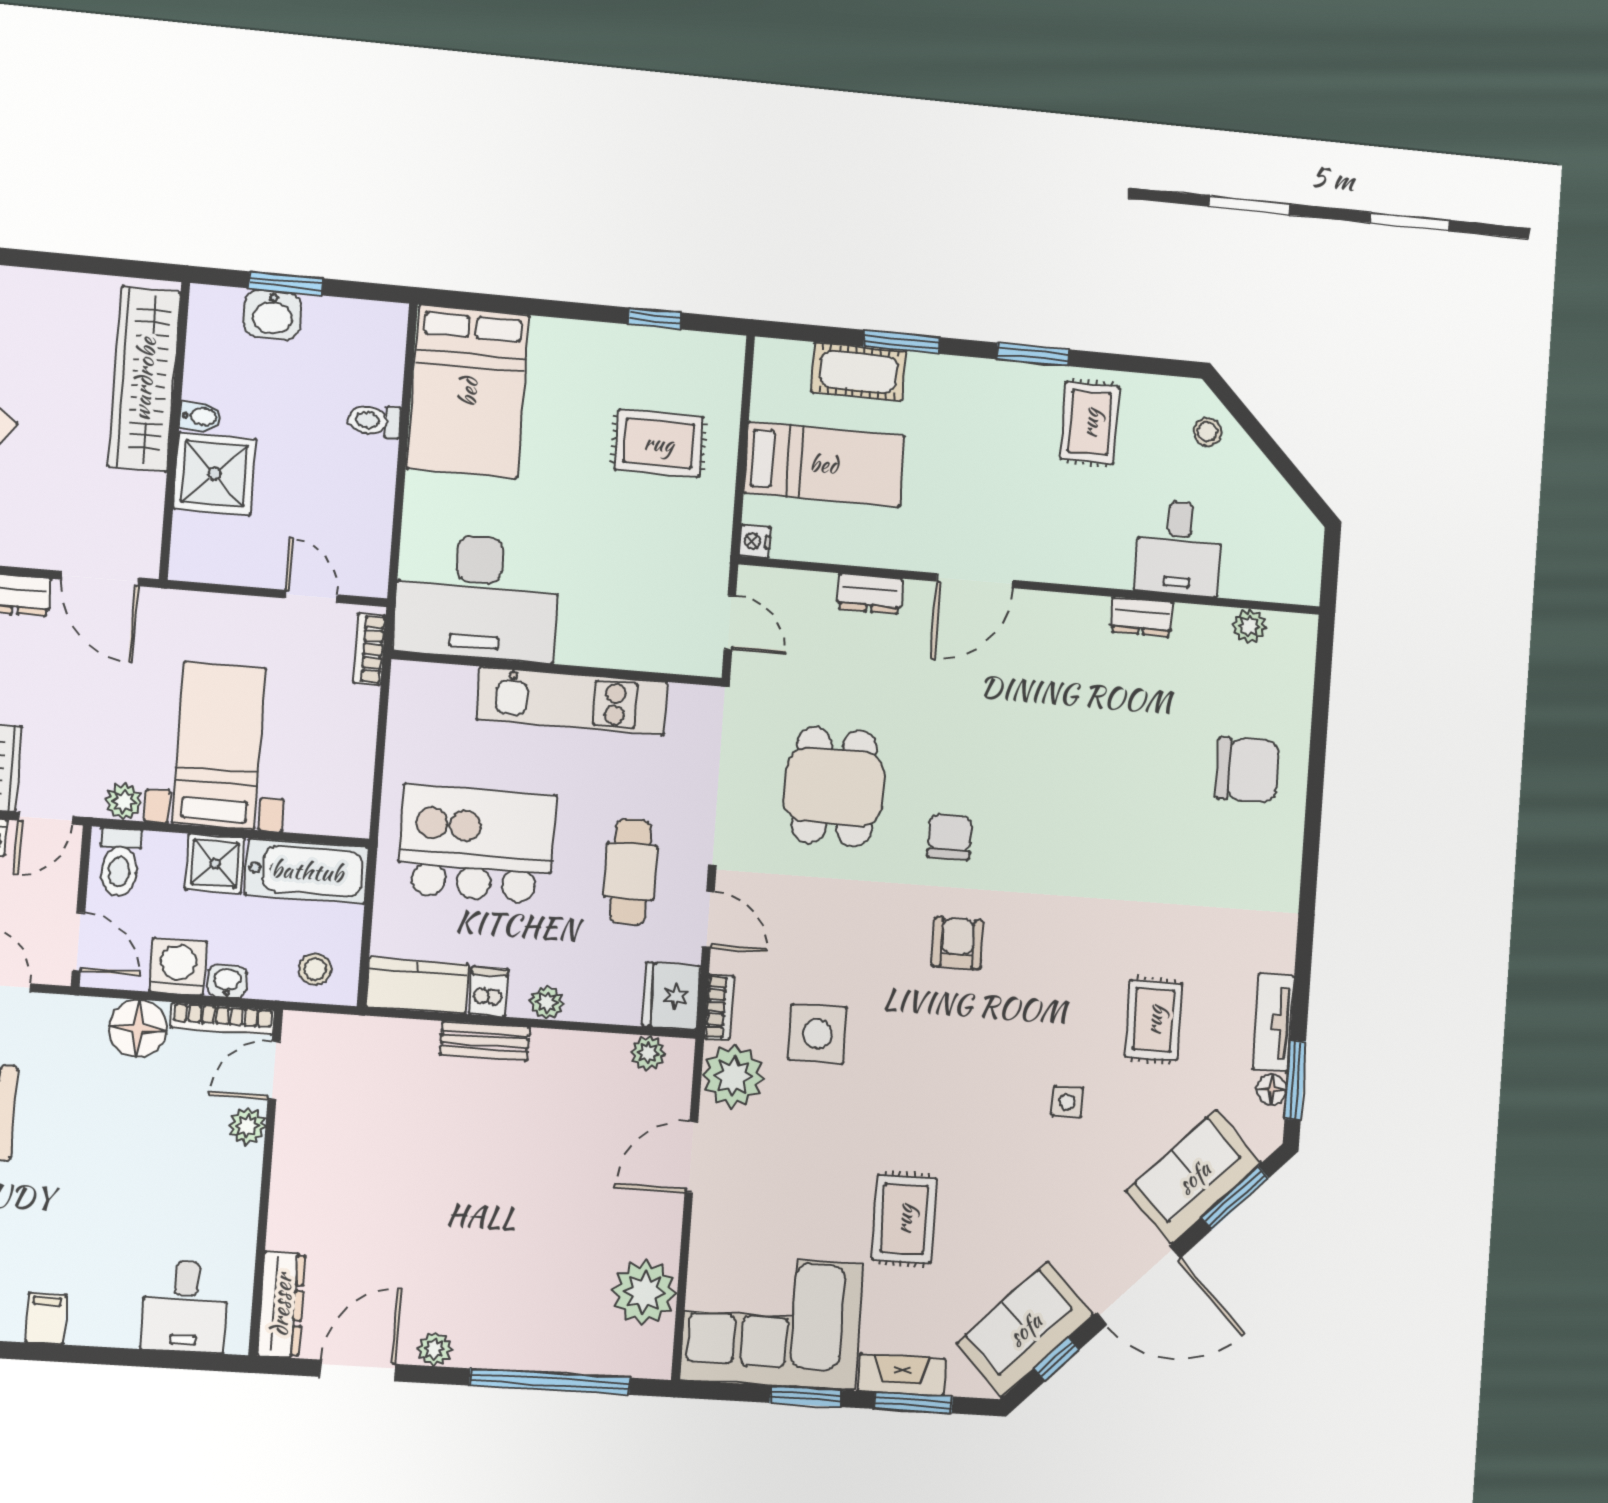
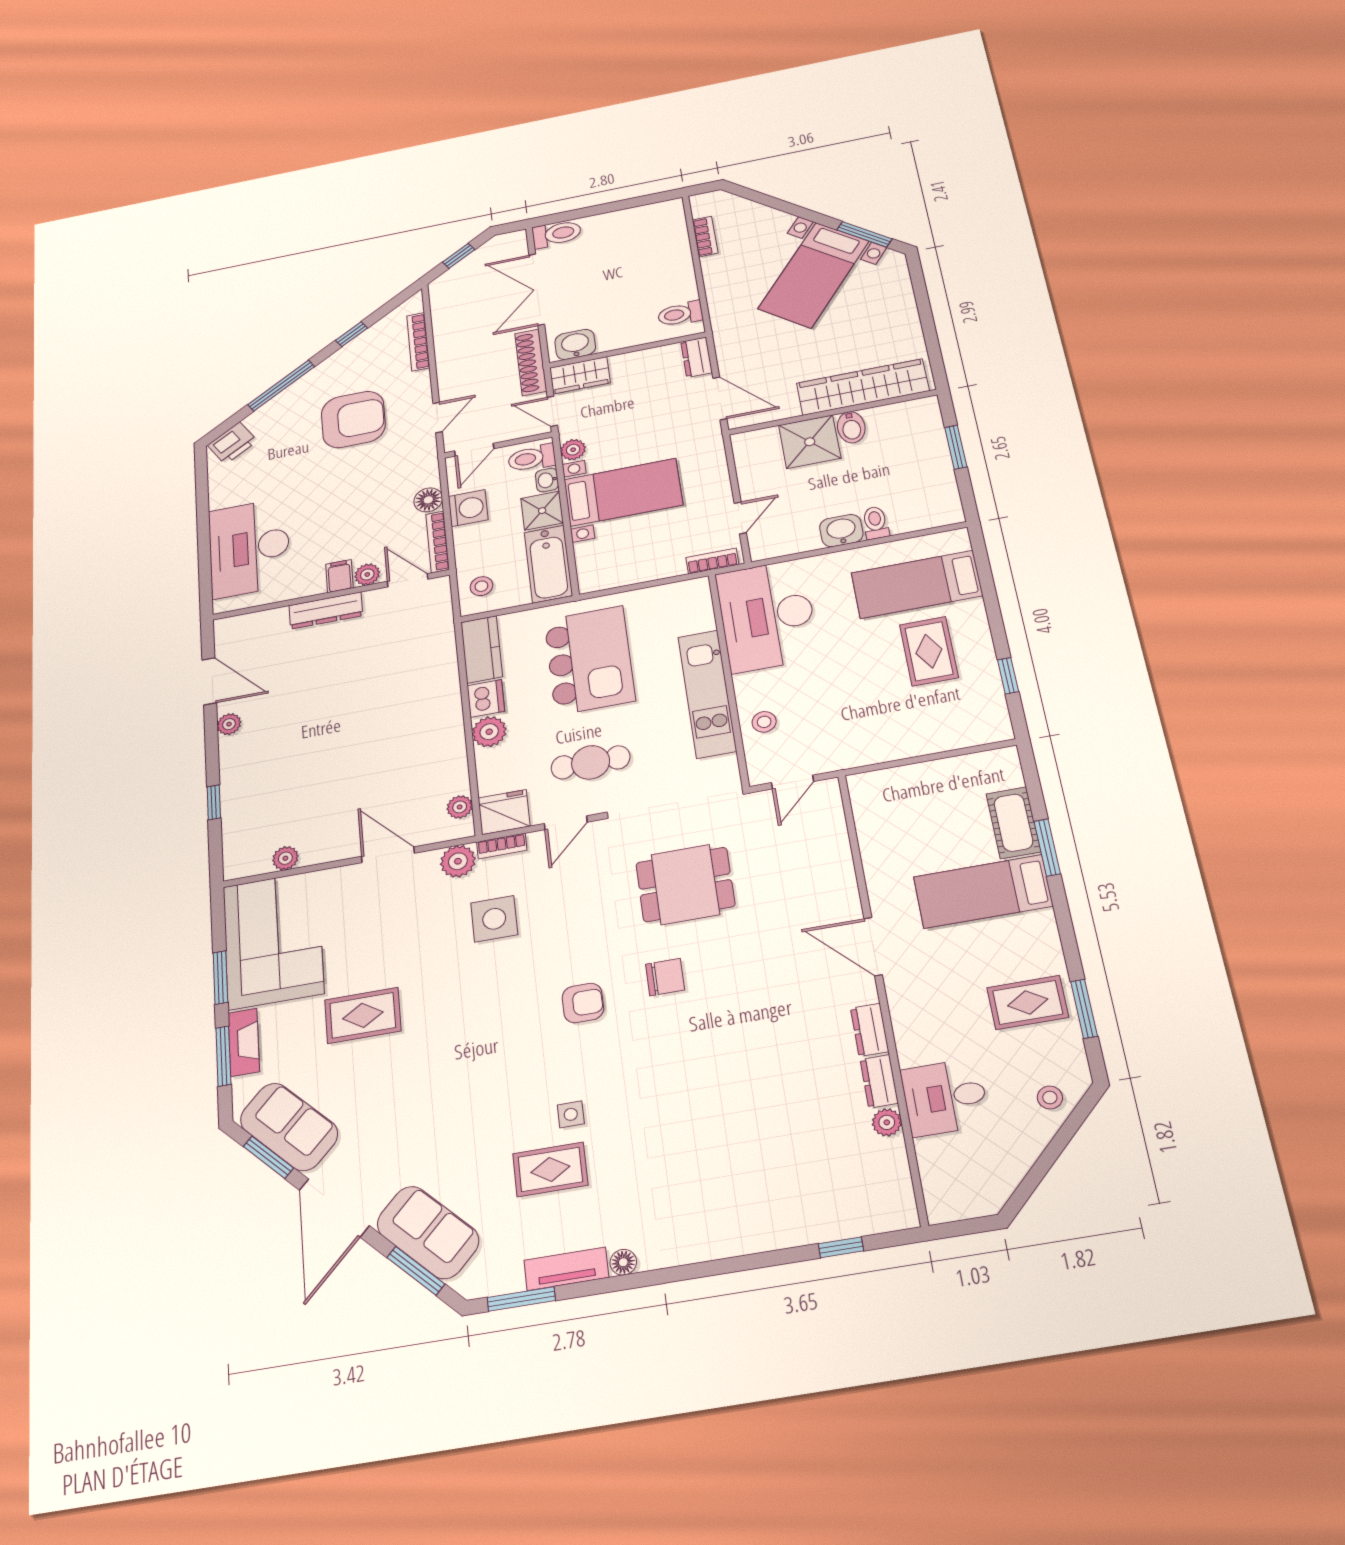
washbasin: (273, 315) -> (841, 531), moved, turned 90
window: (1033, 354) -> (1084, 1009), moved
bed: (468, 392) -> (917, 584), width x0.67
bidet: (200, 417) -> (851, 427), width x1.38, depth x1.36
rug: (659, 443) -> (929, 651), moved
bed: (824, 464) -> (983, 891), moved, turned 90
nightstand: (755, 541) -> (859, 784), removed
door: (100, 579) -> (720, 398), swing flipped
dresser: (870, 594) -> (870, 1030), moved
plant: (1249, 626) -> (887, 1122), moved
stool: (634, 638) -> (764, 722), added
window: (1321, 708) -> (841, 1247), added
chair: (1248, 770) -> (774, 1198), removed
washbasin: (227, 981) -> (547, 480), moved, turned 180
dishwasher: (488, 992) -> (486, 698), width x1.38
plant: (547, 1002) -> (489, 732), width x1.38, depth x1.38
floor lamp: (138, 1029) -> (428, 500), width x0.73, depth x0.73
bench: (485, 1041) -> (450, 701), removed
plant: (733, 1076) -> (458, 861), width x0.73, depth x0.73
floor lamp: (1272, 1090) -> (623, 1262), moved
side table: (1067, 1102) -> (571, 1114), moved
plant: (644, 1292) -> (285, 858), width x0.53, depth x0.53
dresser: (281, 1305) -> (326, 611), moved
desk: (185, 1306) -> (249, 548), width x1.87, depth x1.30
filing cabinet: (46, 1319) -> (339, 576), moved, turned -90
window: (1057, 1359) -> (268, 1157), width x1.50
window: (550, 1382) -> (214, 802), width x0.32

